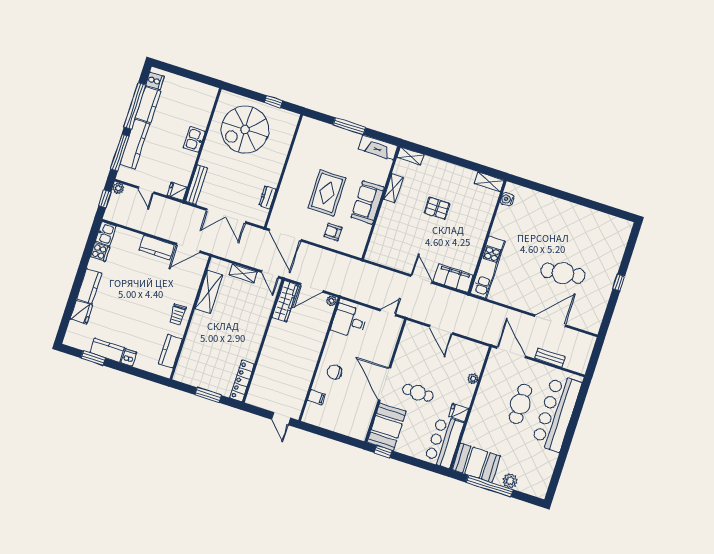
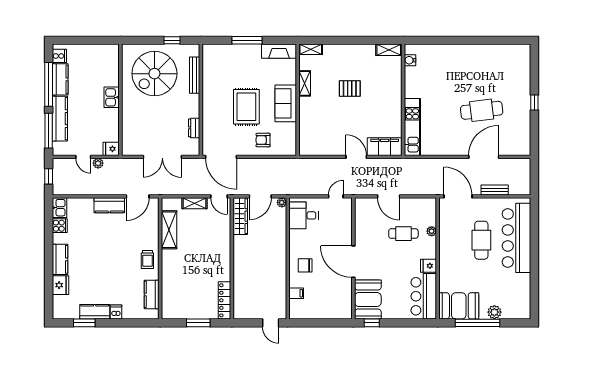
bench: (196, 185) -> (195, 75), moved
plant: (118, 188) -> (98, 163), moved
cafe table: (418, 393) -> (403, 234), moved

